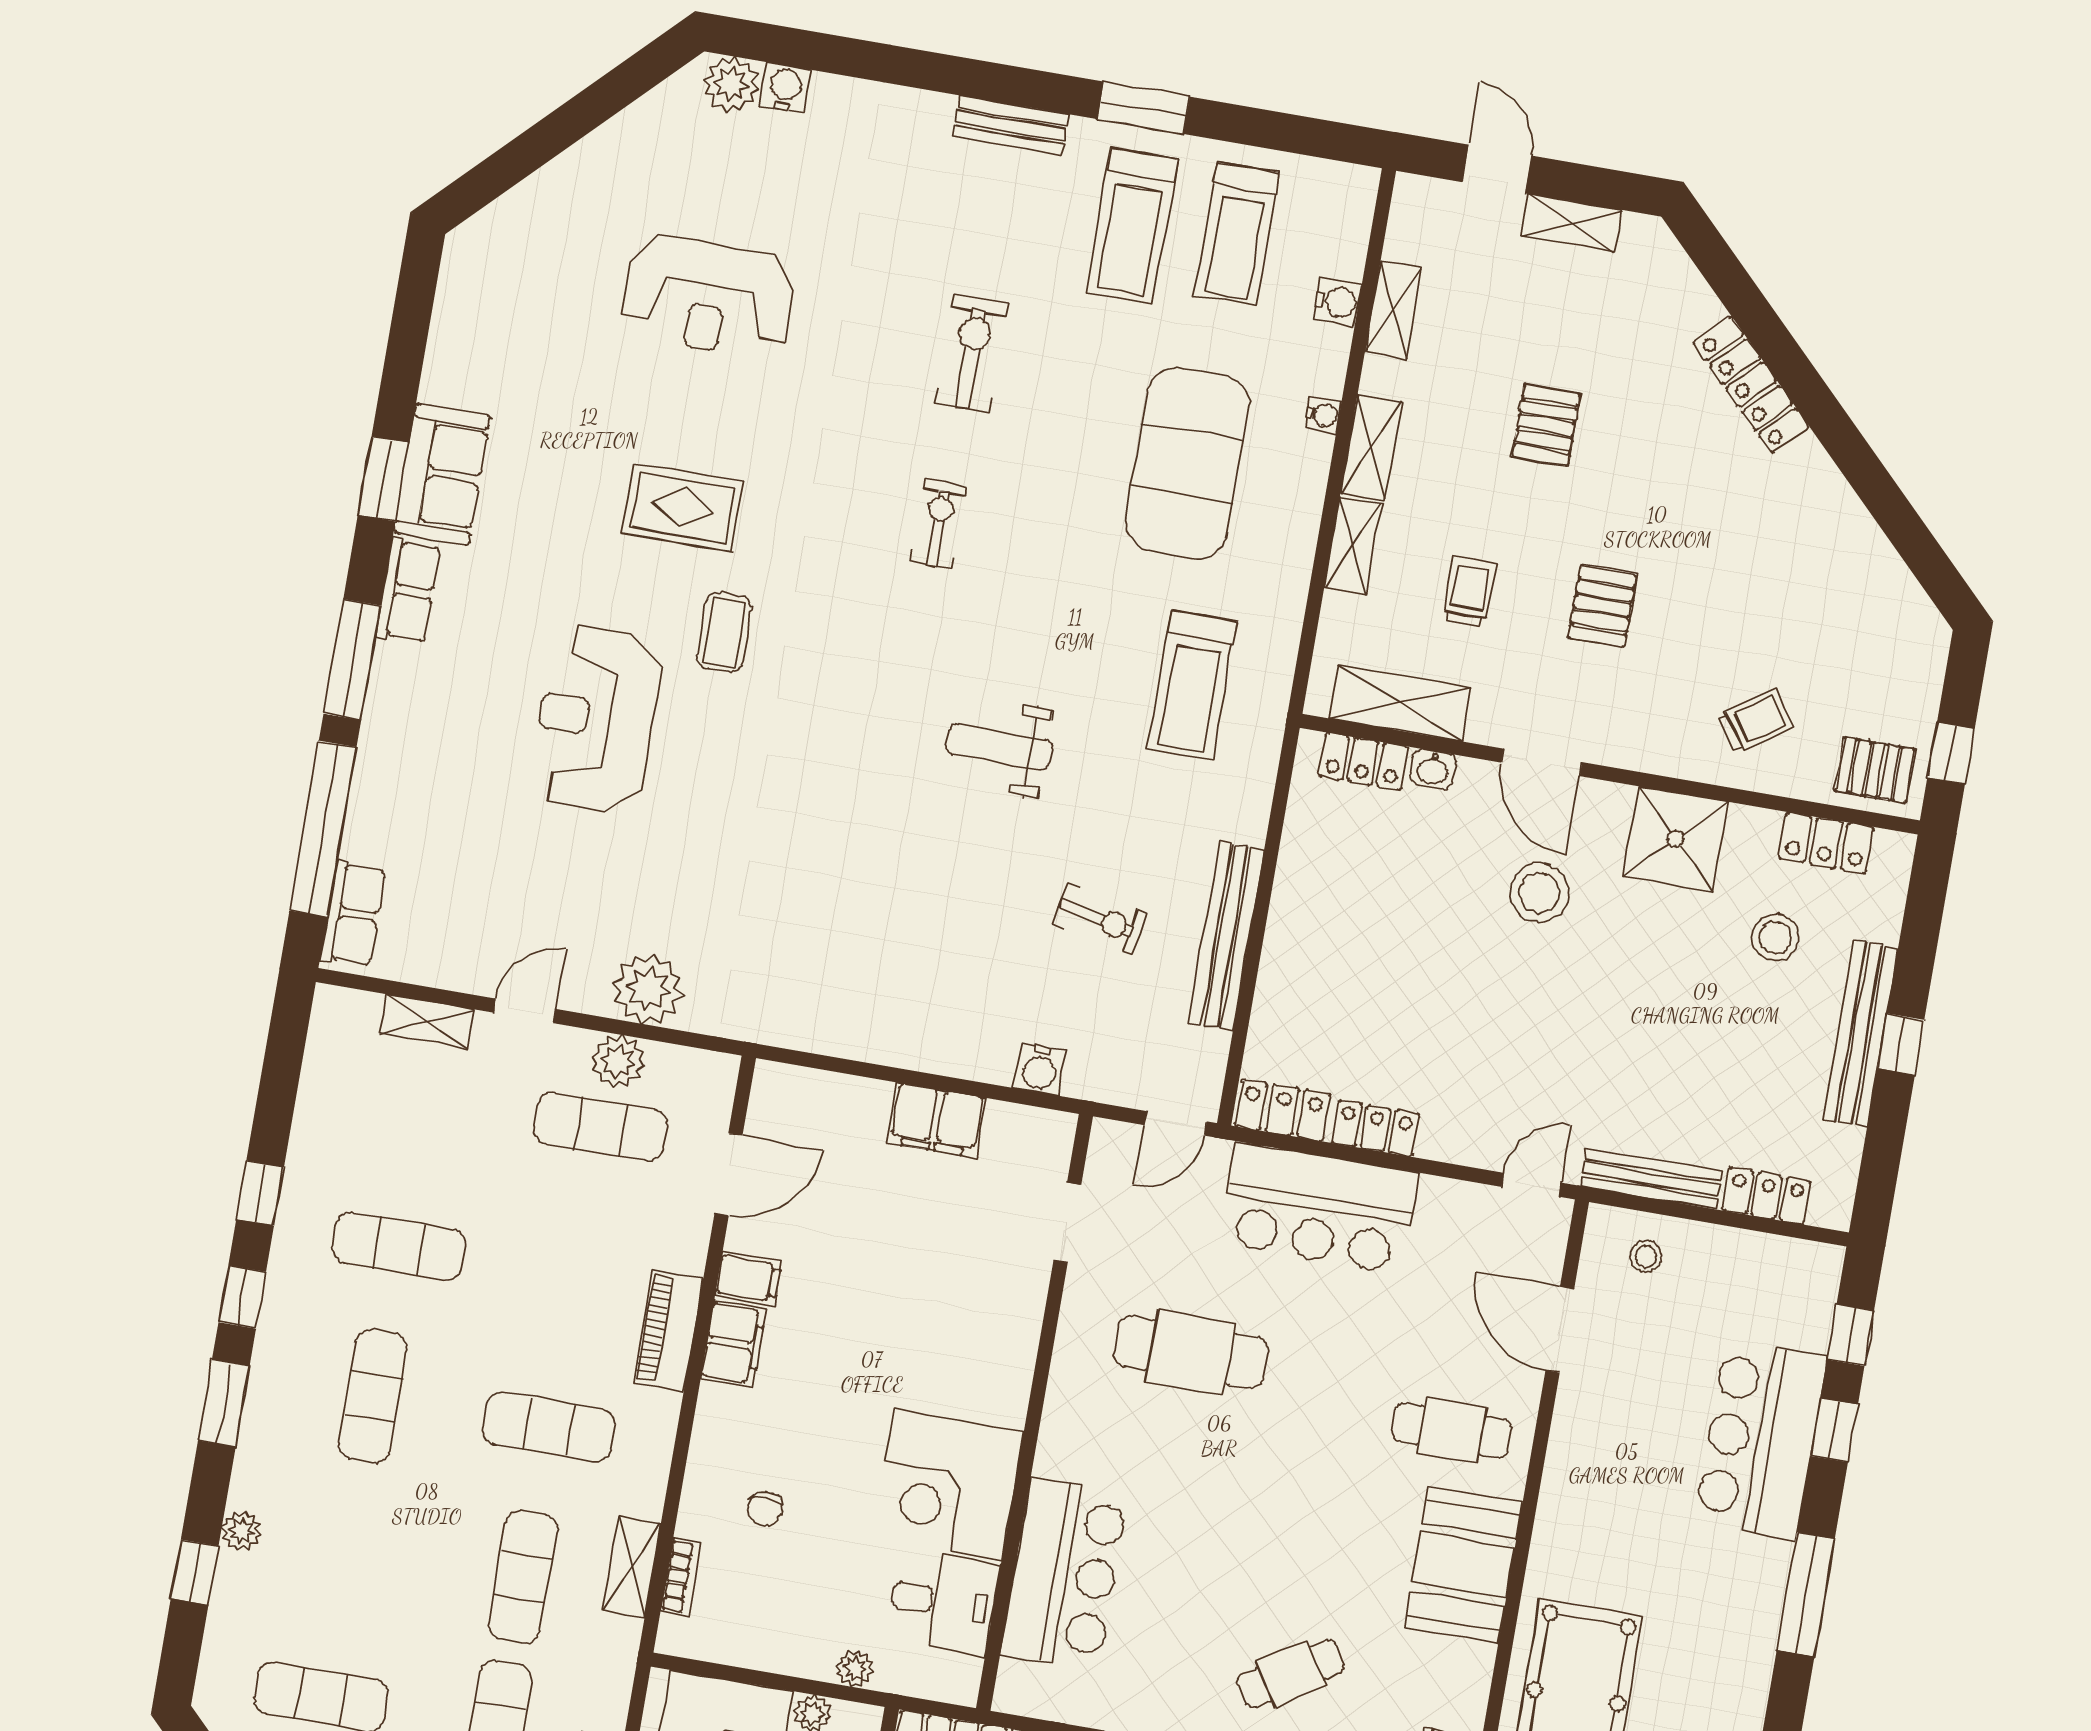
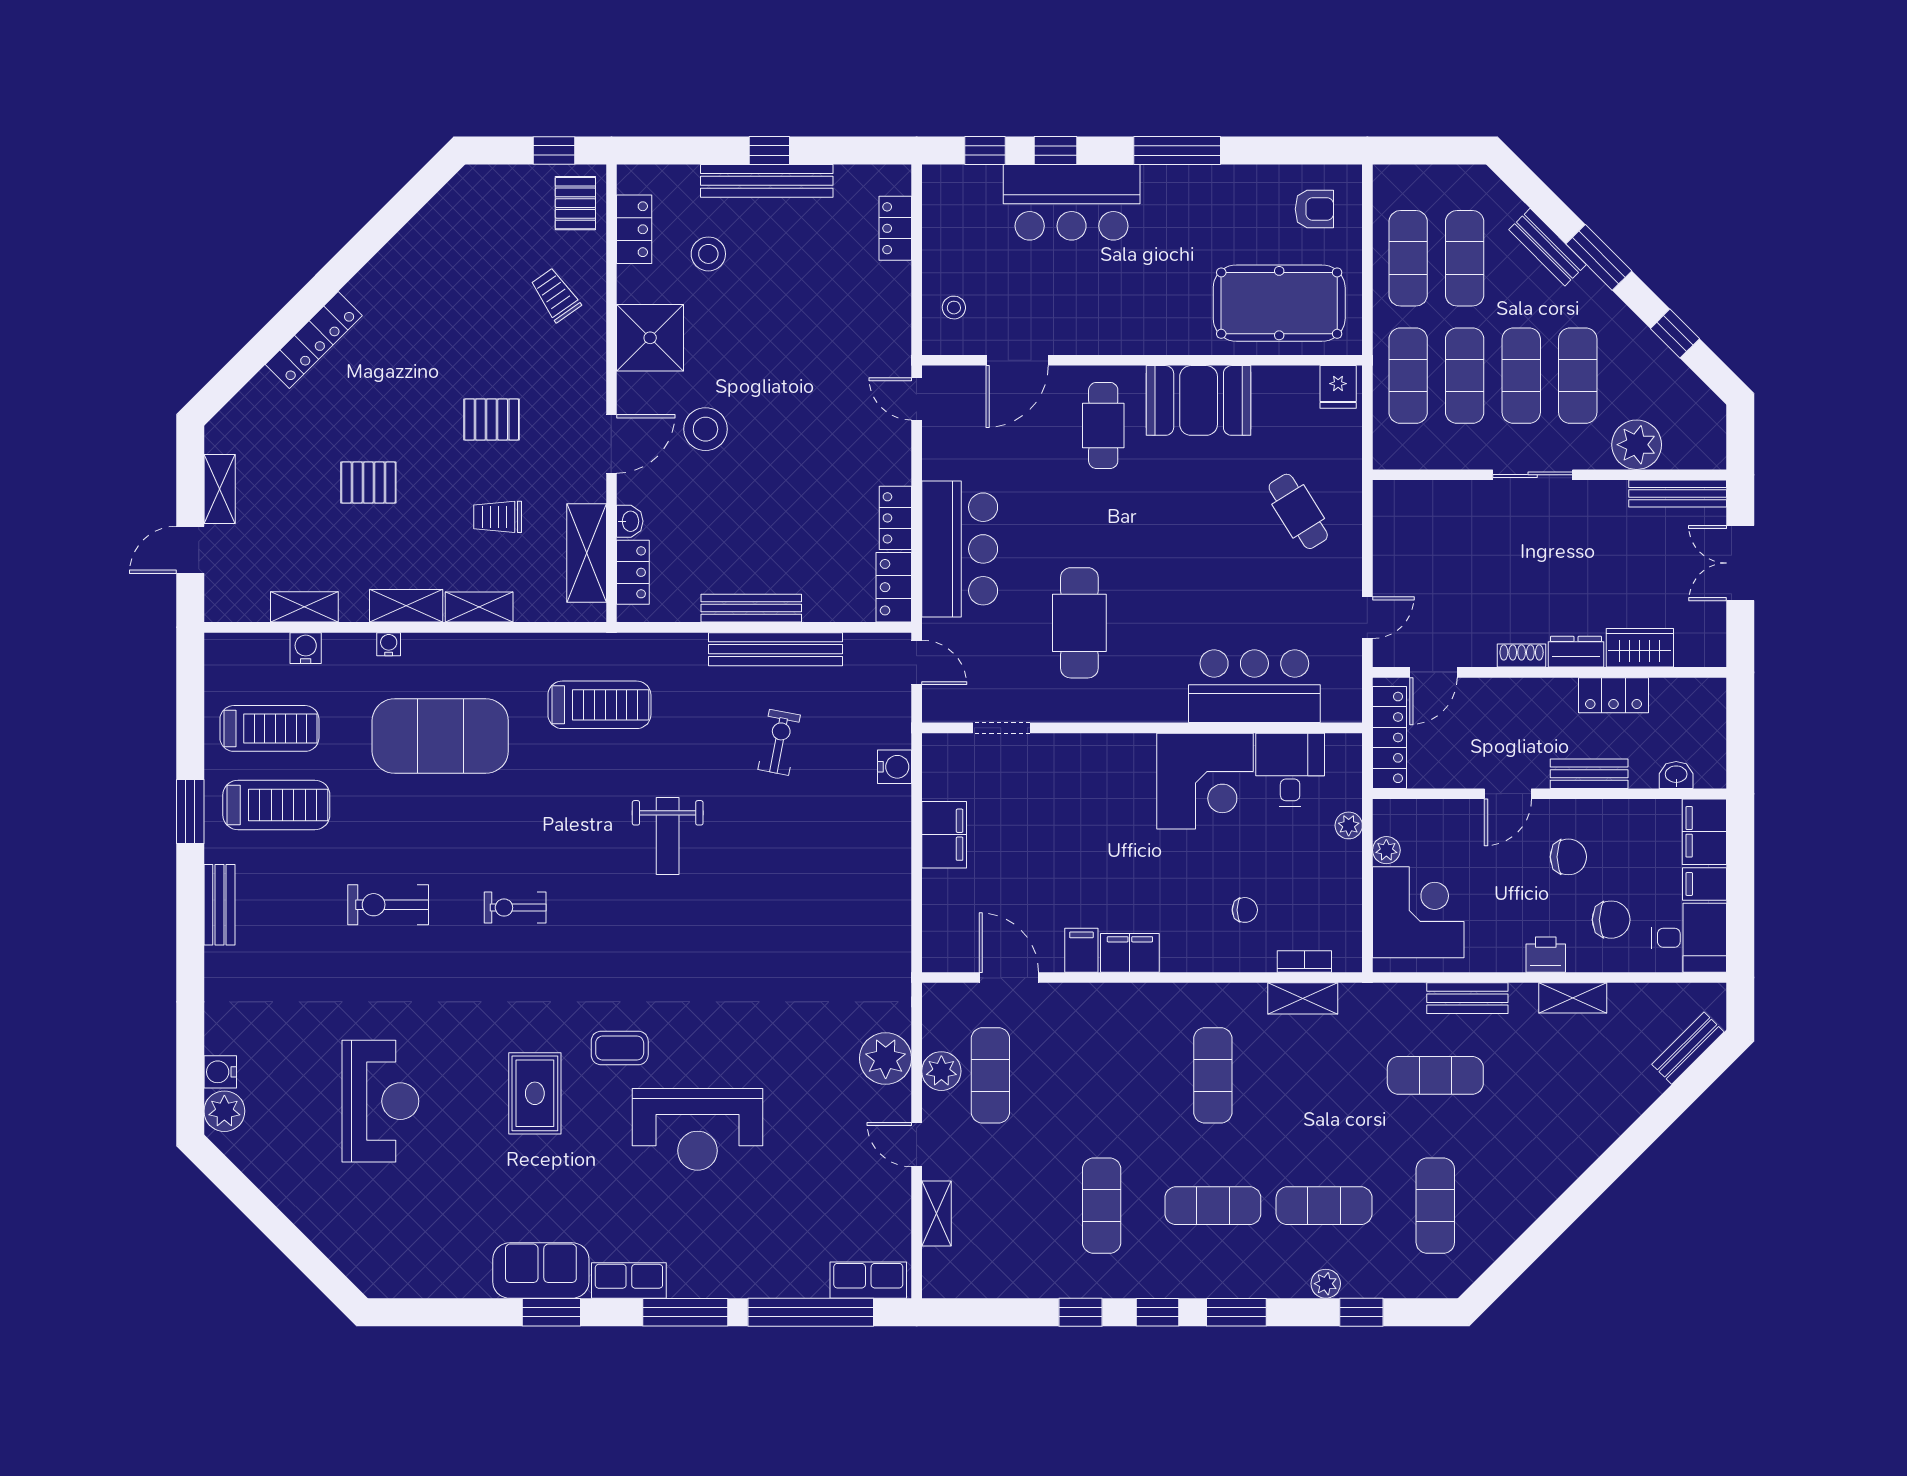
bench: (1651, 1179) -> (751, 608), moved, turned 90
piano: (668, 1330) -> (1129, 1001), removed
exercise mat: (523, 1577) -> (1324, 1206), moved

